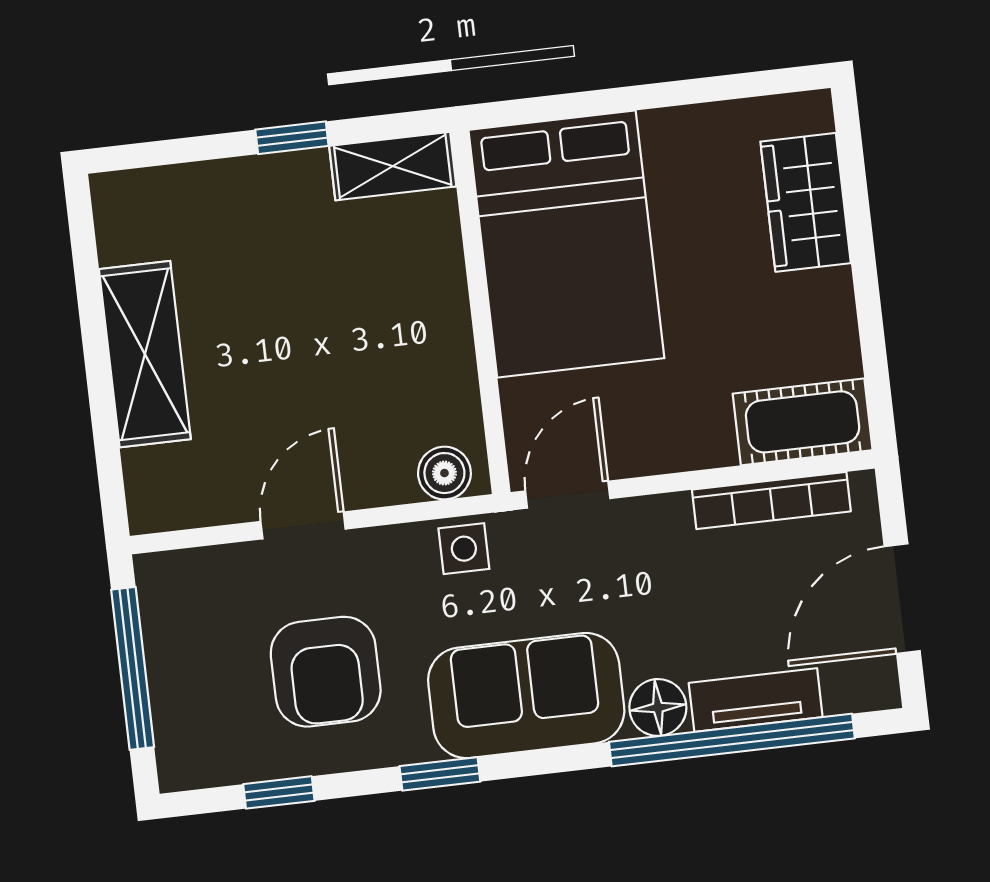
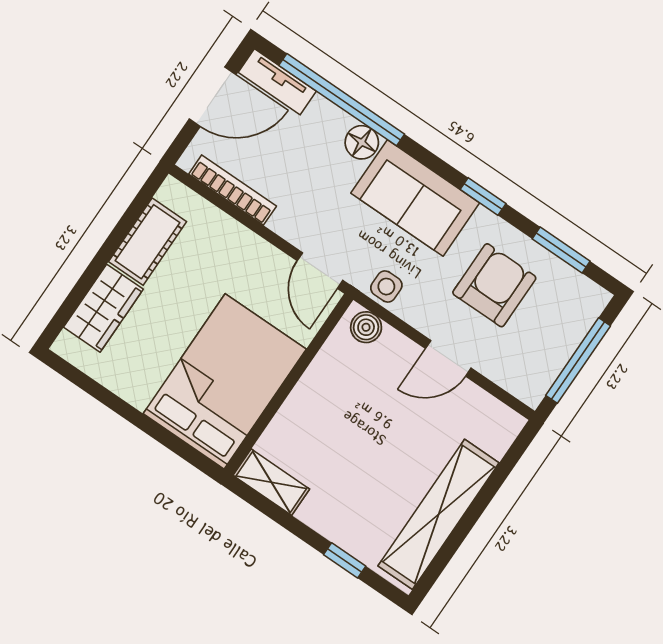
window: (292, 138) -> (345, 560), moved
shelving: (145, 354) -> (439, 514), width x1.47
cot: (803, 422) -> (148, 242), moved, turned 90
door: (568, 495) -> (320, 271), hinge flipped
tv unit: (756, 700) -> (277, 82), moved
window: (279, 792) -> (561, 250), width x1.50

